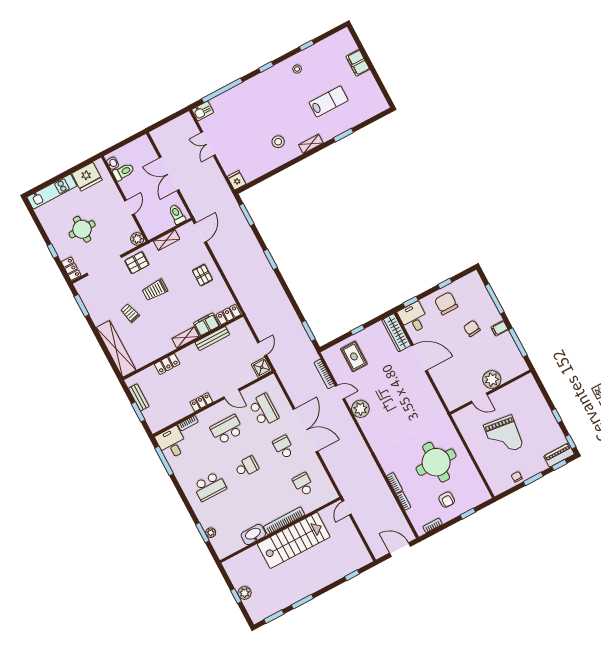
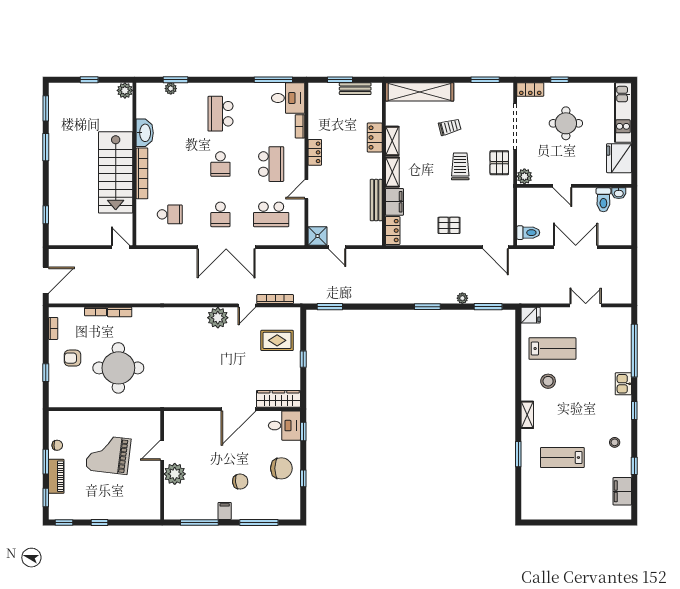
filing cabinet: (358, 63) -> (622, 491), moved, turned -90
lab bench: (329, 101) -> (562, 458), turned 90
kitchen sink: (203, 111) -> (623, 384), moved
lab bench: (252, 151) -> (552, 349), added
plant: (251, 237) -> (462, 298), added
shelving: (167, 240) -> (392, 141), moved
school desk: (284, 447) -> (220, 214), turned 90
piano: (559, 455) -> (56, 476), moved
plant: (245, 593) -> (125, 90), moved

